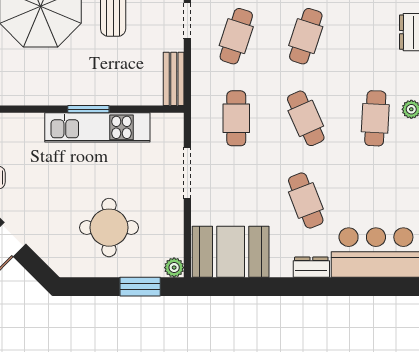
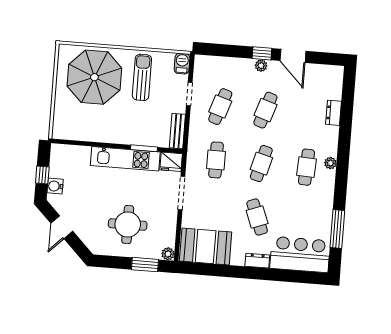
window: (88, 109) -> (144, 148), moved
cafe table: (306, 118) -> (261, 164), turned 39
fridge: (168, 126) -> (171, 162), added

